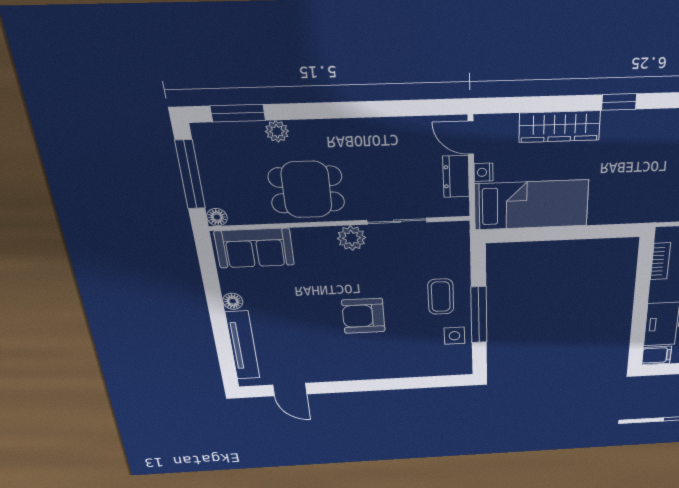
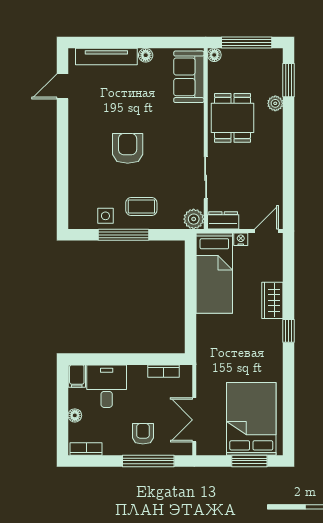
wardrobe: (560, 127) -> (272, 300), width x0.67
dresser: (456, 176) -> (223, 220), moved
plant: (351, 238) -> (194, 219), moved

